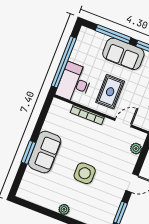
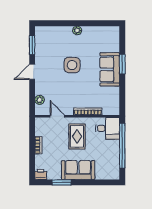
window: (113, 34) -> (92, 182), removed
desk: (74, 83) -> (108, 128), width x0.73
door: (123, 123) -> (57, 116), swing flipped

